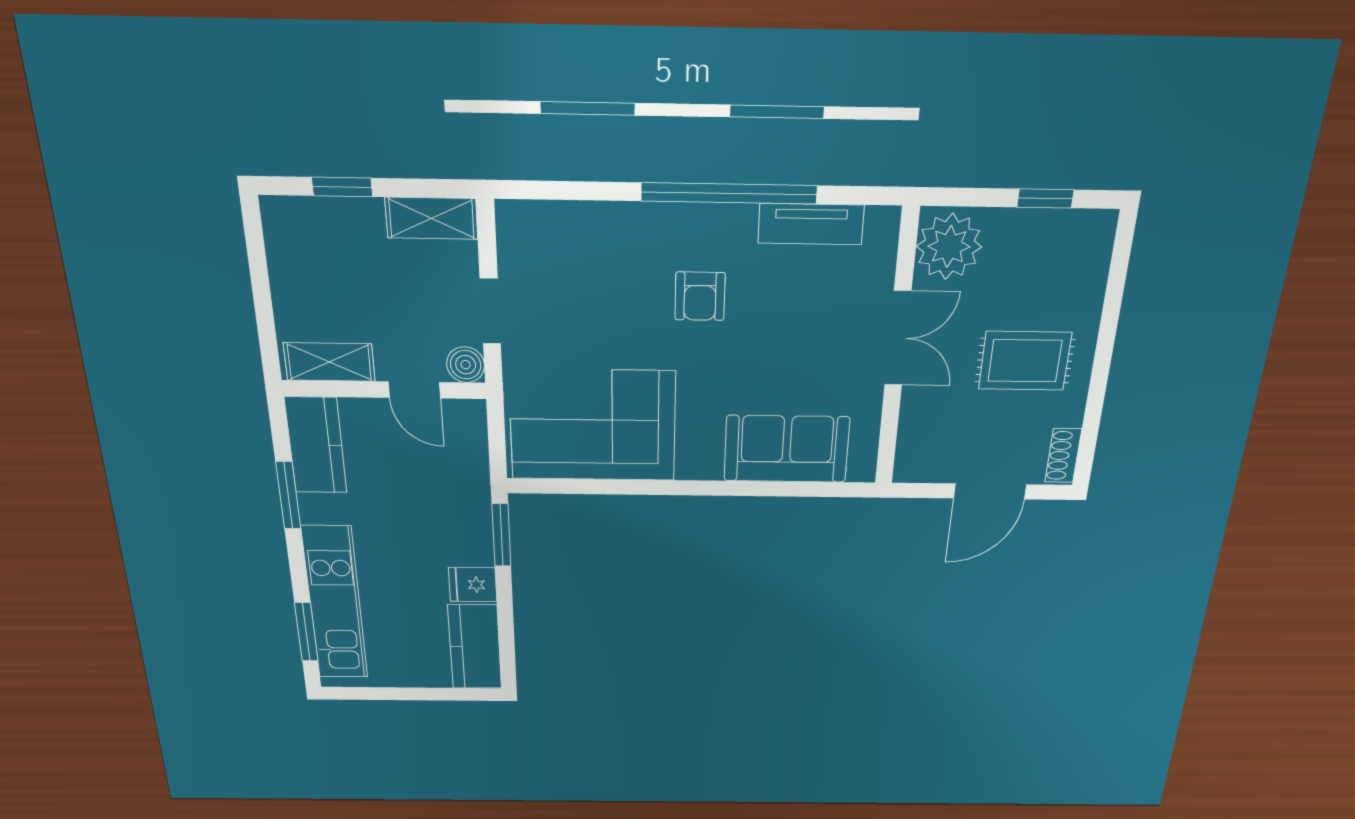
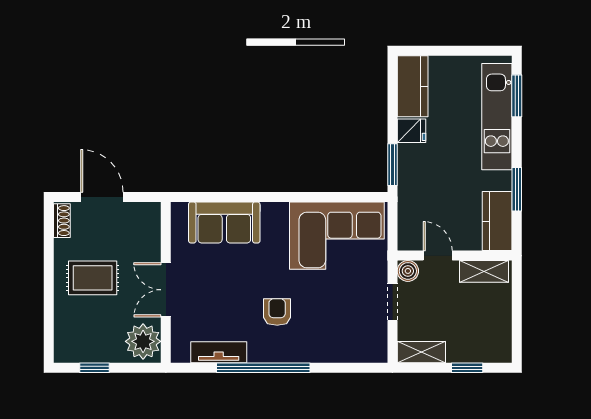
door: (990, 491) -> (102, 197), hinge flipped

